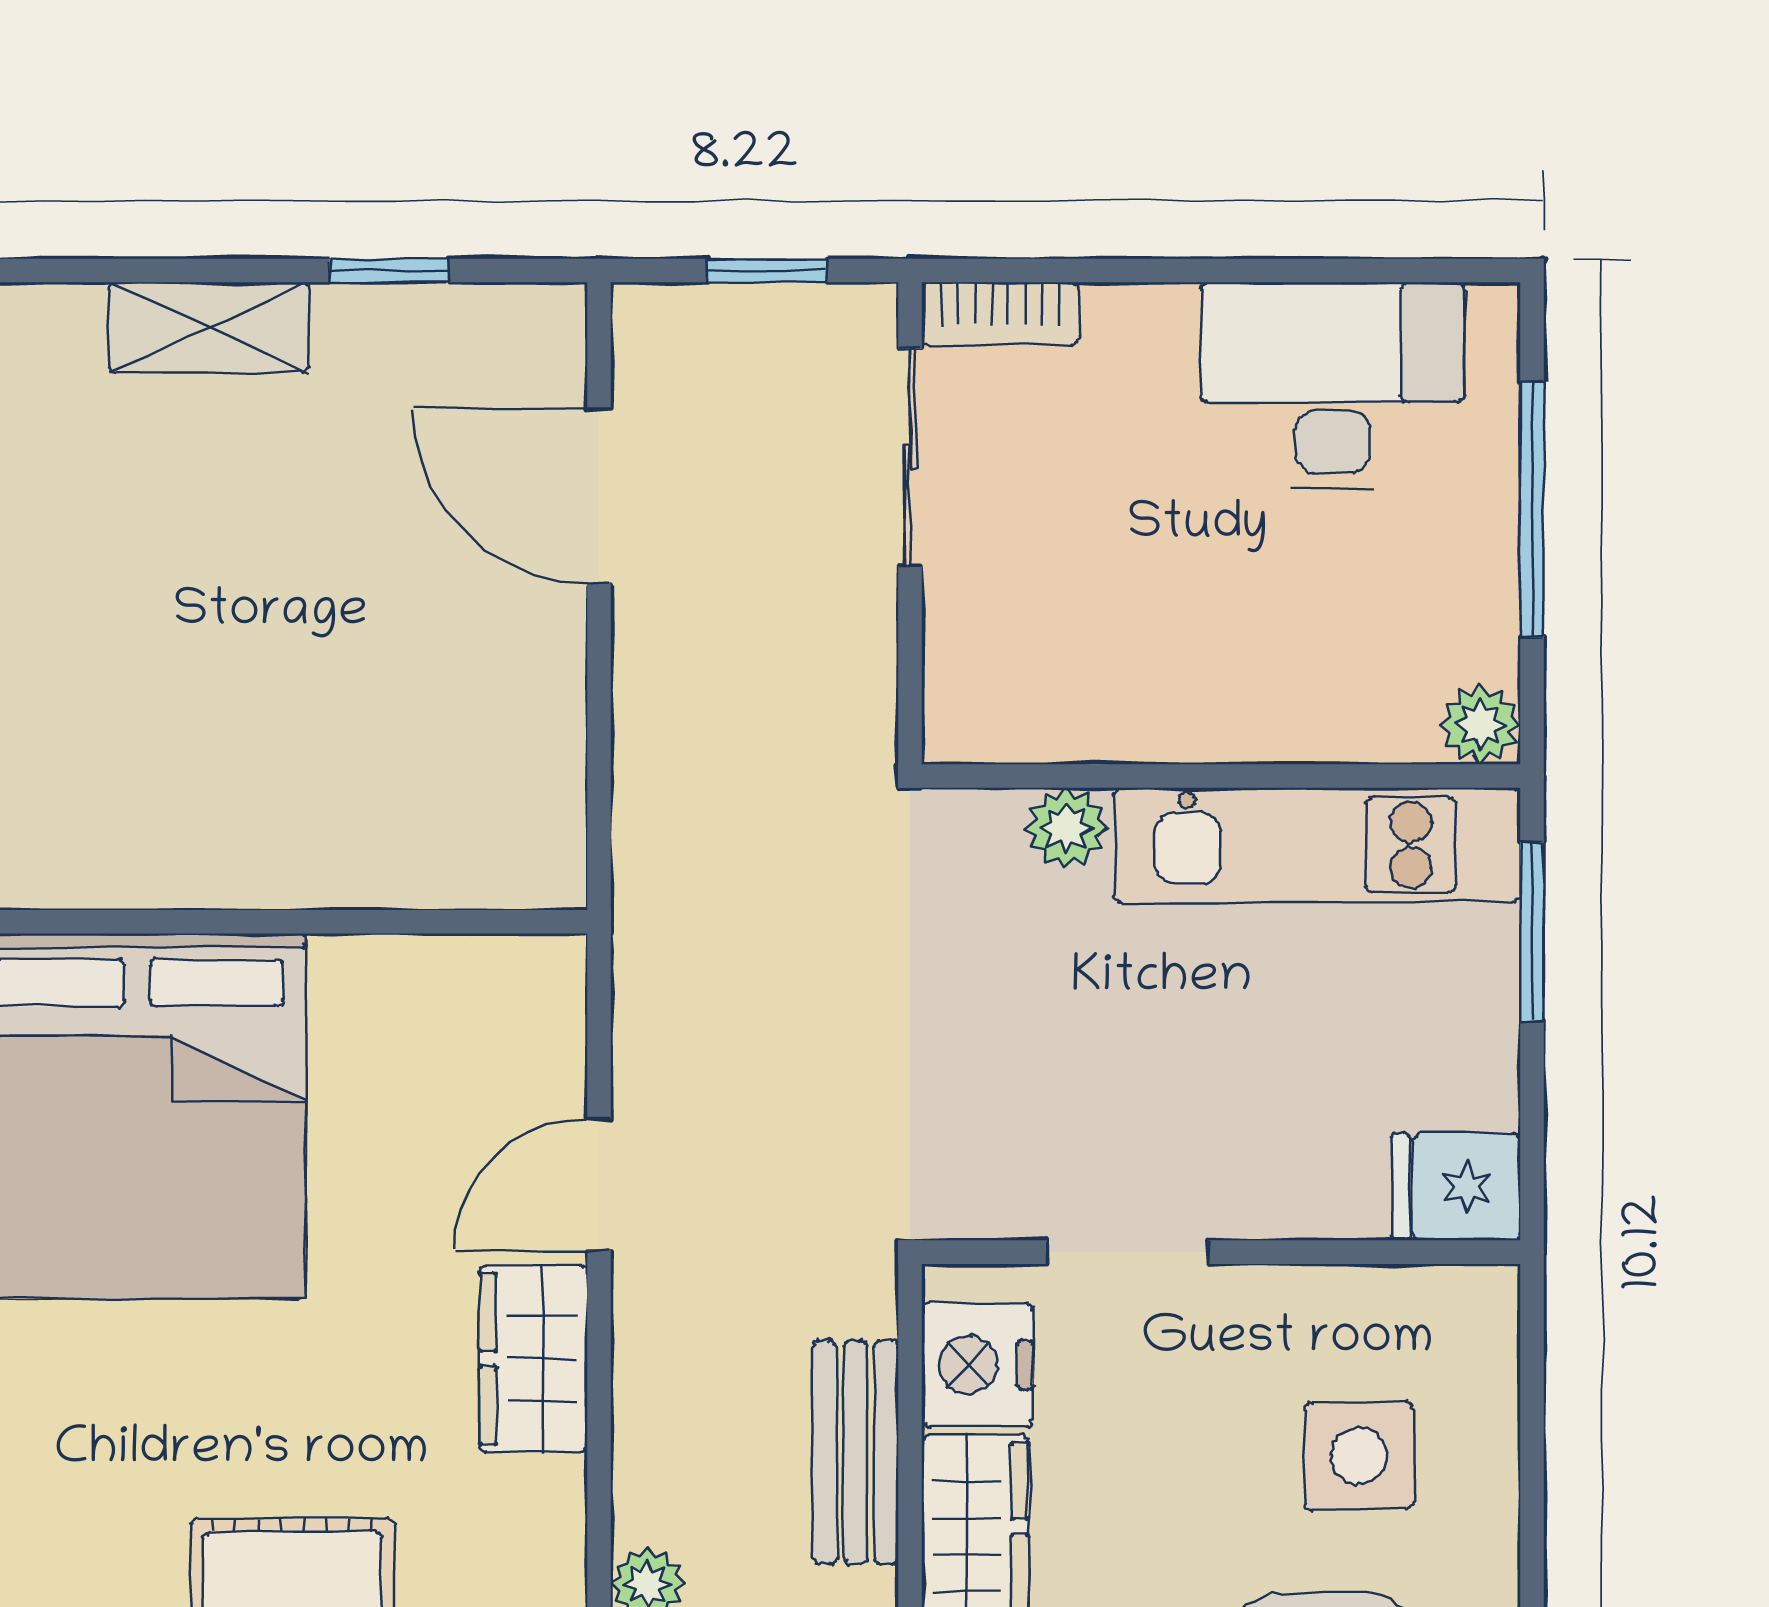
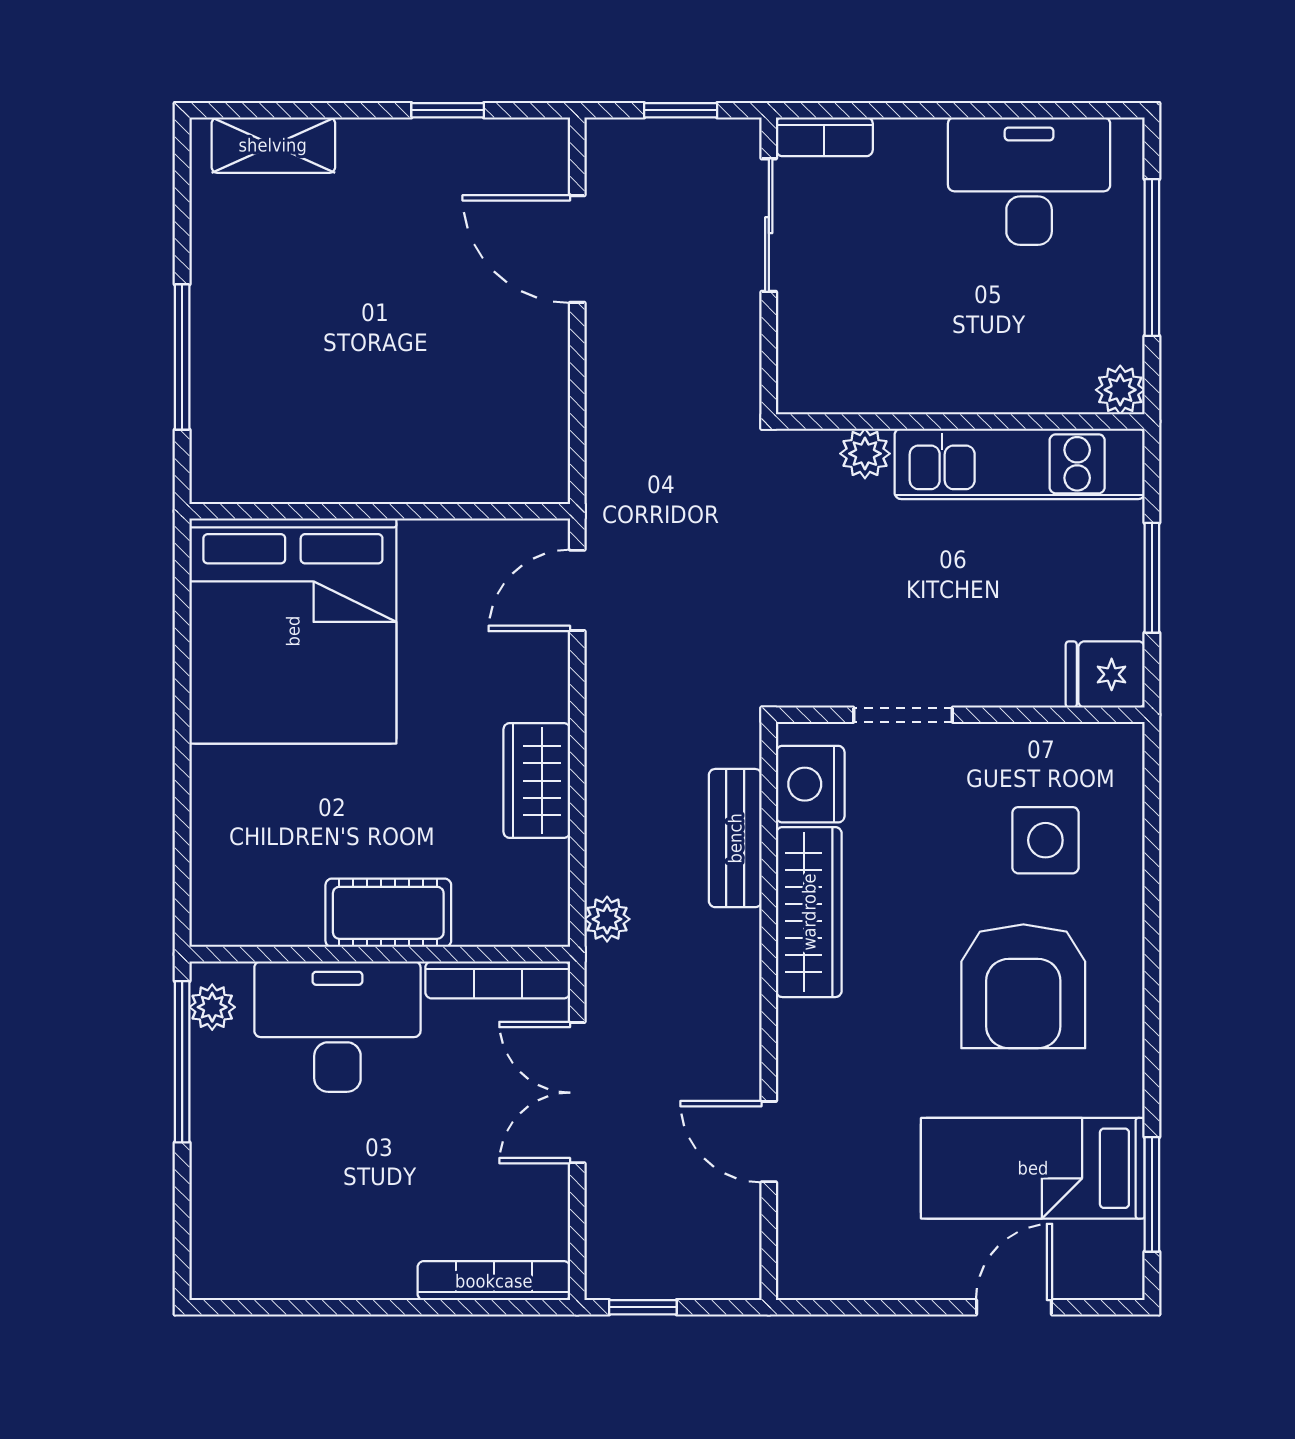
shelving: (209, 327) -> (273, 145), moved
window: (1532, 932) -> (1152, 578), moved
door: (599, 1184) -> (577, 590), moved

